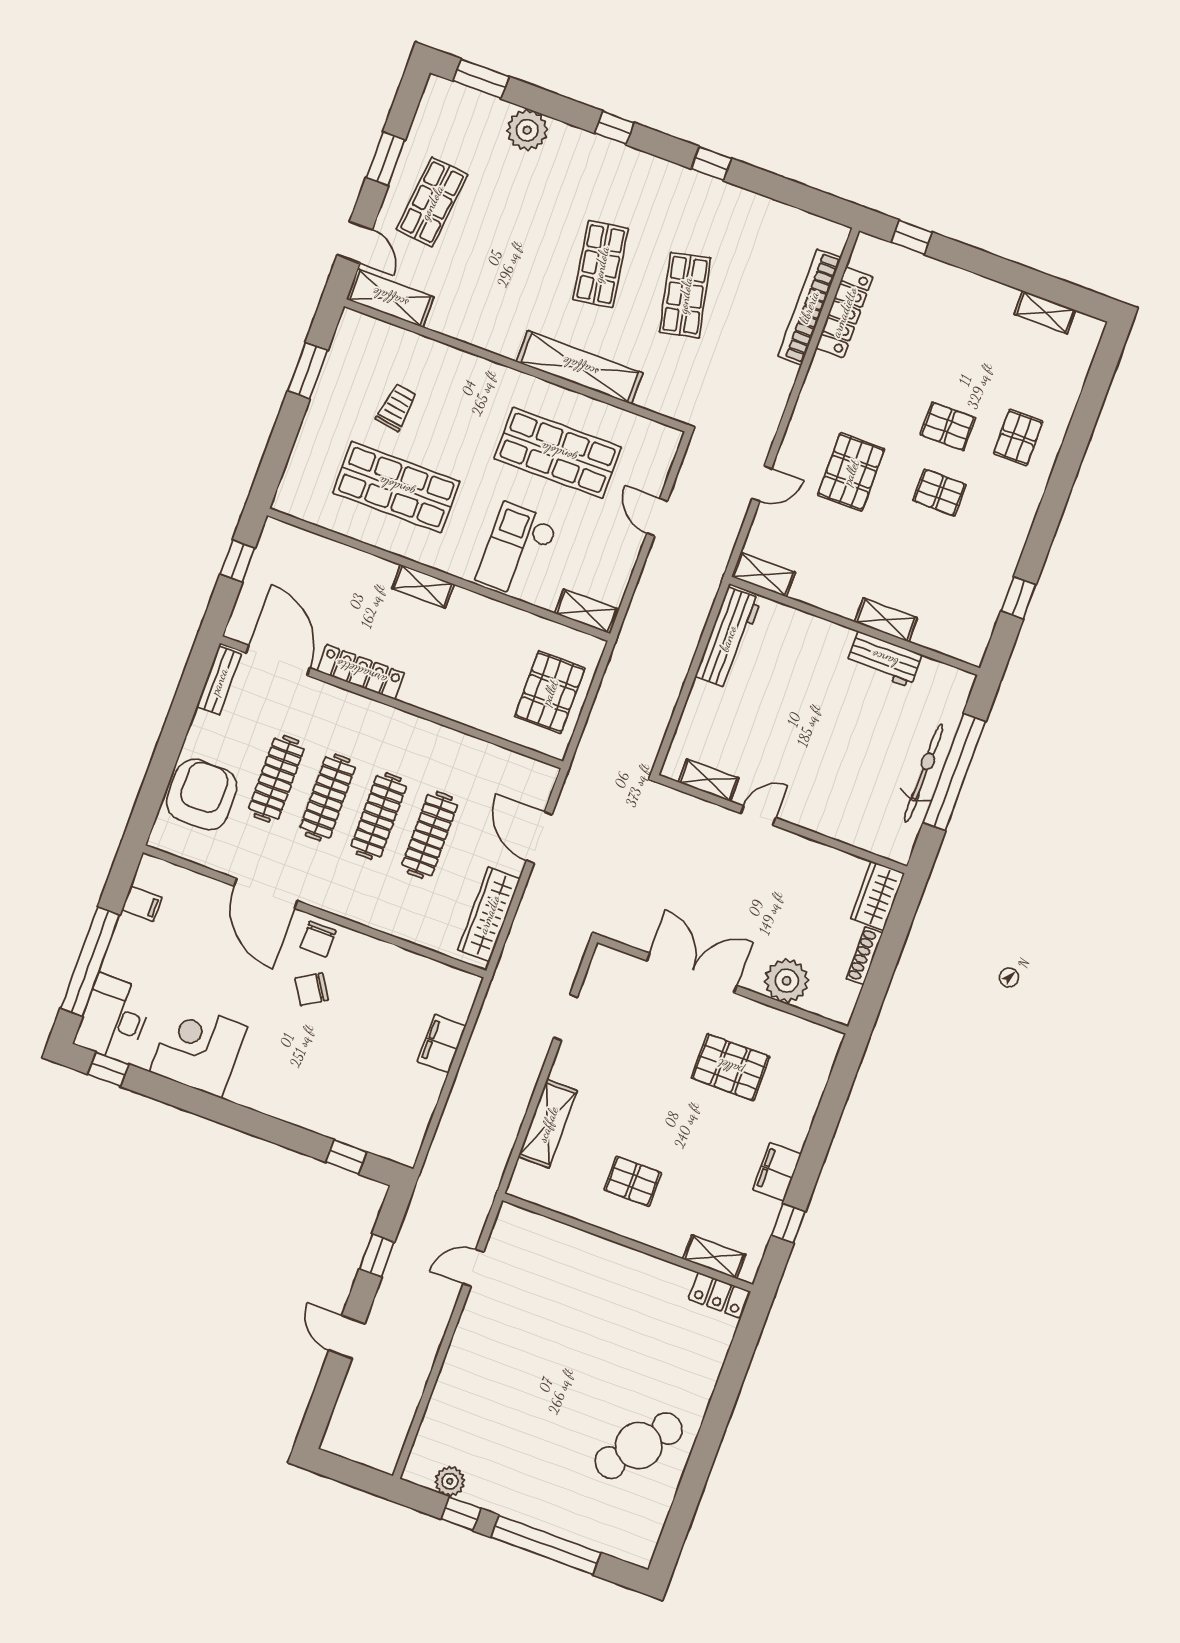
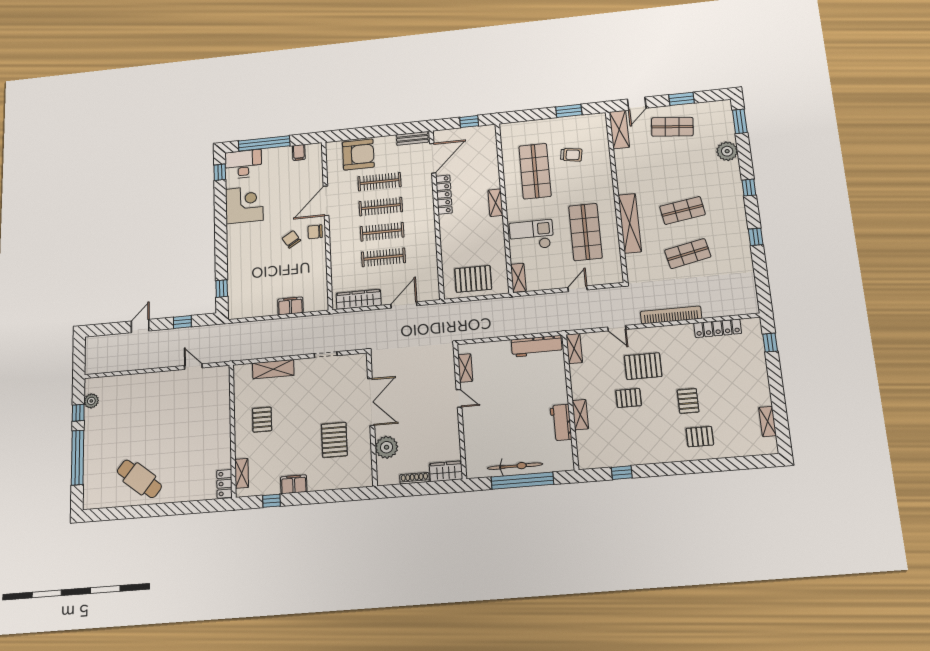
bookcase: (809, 307) -> (671, 315), moved
pallet: (939, 493) -> (629, 398), moved, turned 90

